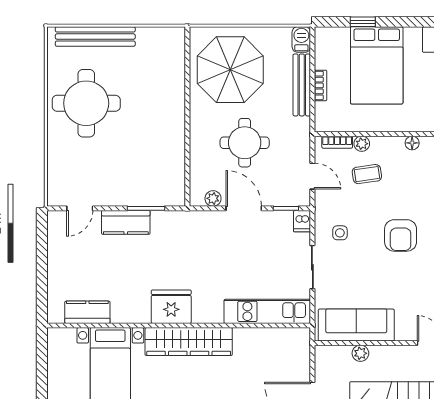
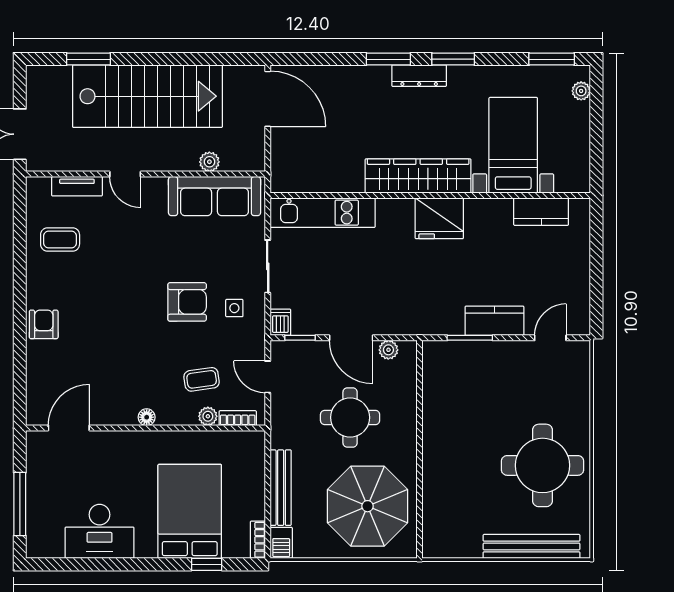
bookcase: (321, 85) -> (258, 540), moved
armchair: (401, 235) -> (187, 302), moved, turned 90

